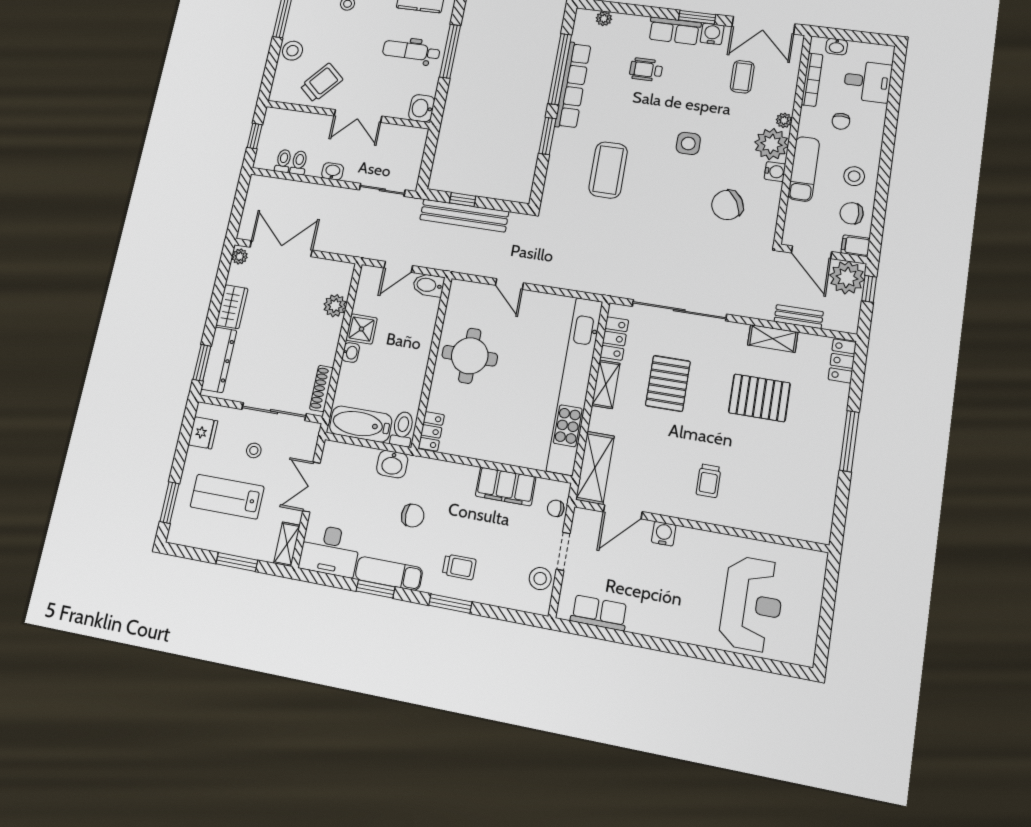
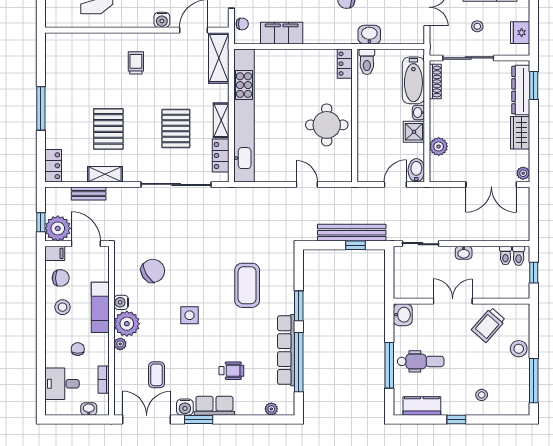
bookcase: (812, 80) -> (104, 380), width x0.64
toilet: (299, 163) -> (519, 256), moved
bidet: (428, 285) -> (416, 170), moved, turned -90
pallet: (759, 398) -> (108, 129), turned 90
bathtub: (361, 424) -> (413, 80), moved, turned 90

